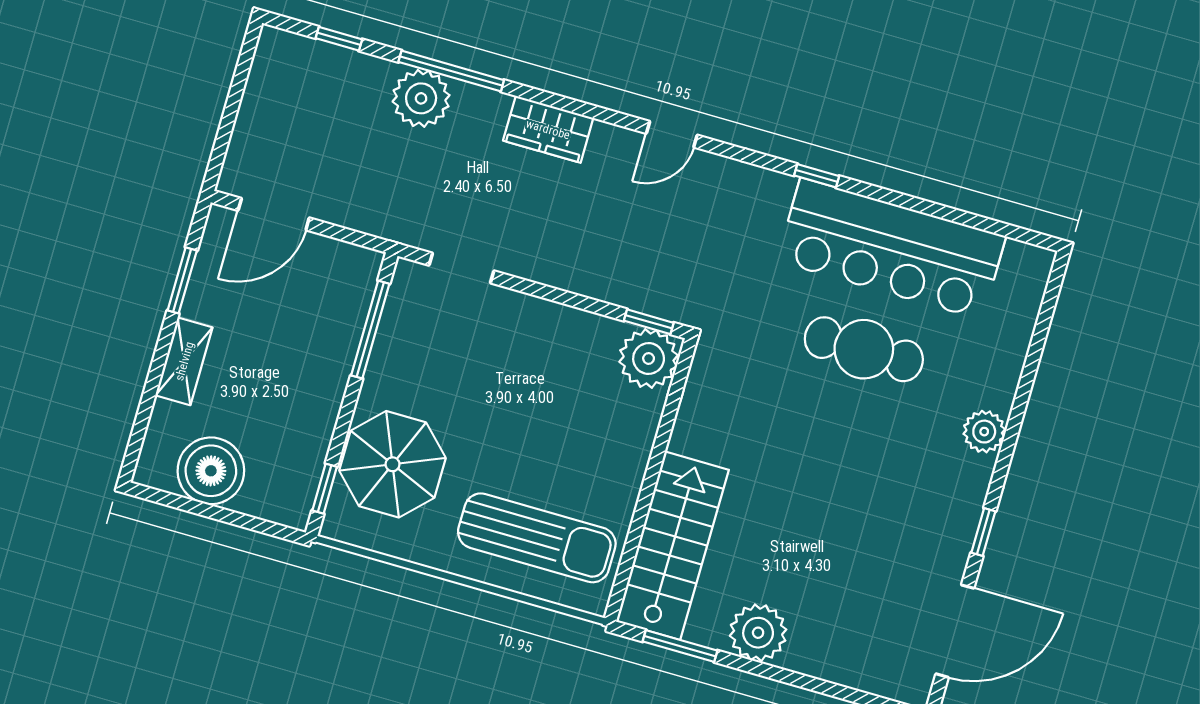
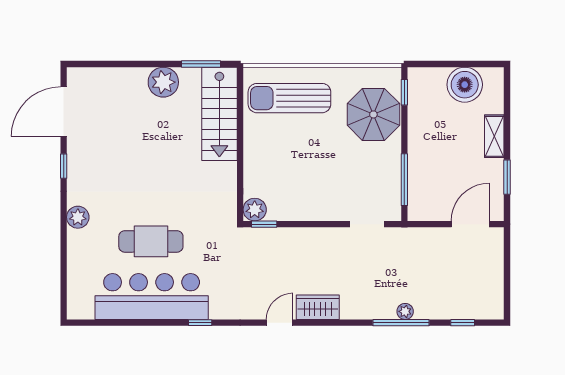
plant: (421, 98) -> (405, 311), width x0.53, depth x0.53
wardrobe: (548, 129) -> (318, 307), moved
plant: (649, 359) -> (255, 210), width x0.73, depth x0.73

